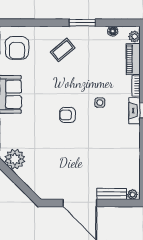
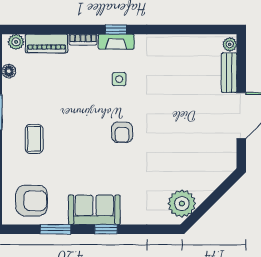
coffee table: (63, 50) -> (34, 139), turned 40
side table: (100, 103) -> (119, 79), moved

